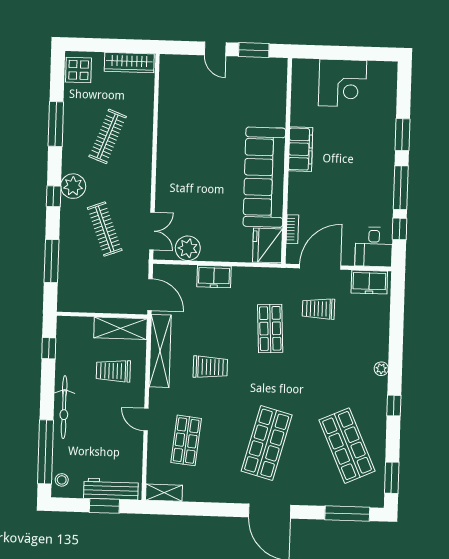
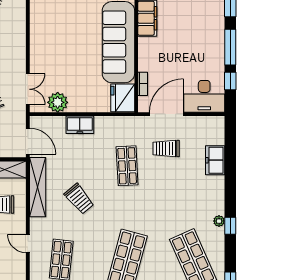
desk: (374, 247) -> (204, 96), width x1.37
freezer: (369, 282) -> (215, 160), moved, turned 90
trolley: (210, 367) -> (79, 199), turned 50
plant: (381, 369) -> (219, 221), moved

